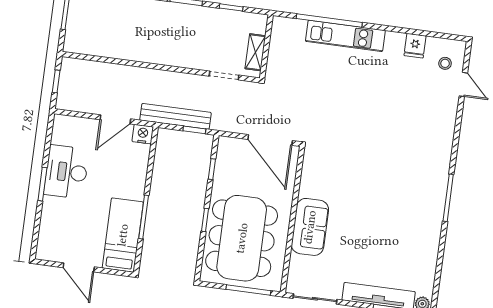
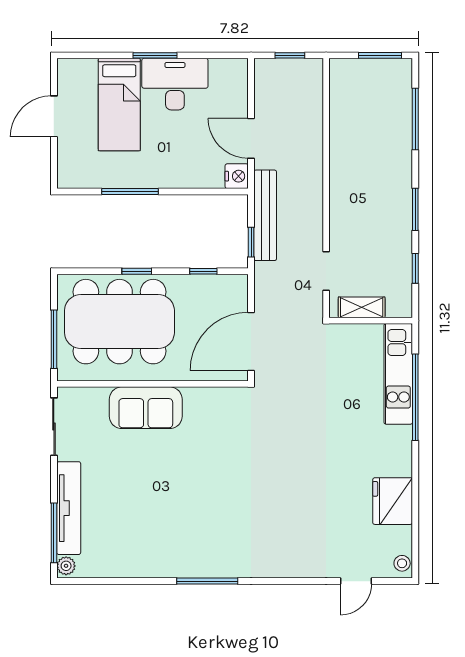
kitchen unit: (345, 36) -> (398, 374), moved
fridge: (415, 46) -> (393, 501), width x1.88, depth x1.34
stool: (445, 63) -> (402, 563), moved
bed: (123, 235) -> (119, 105), moved, turned 90

